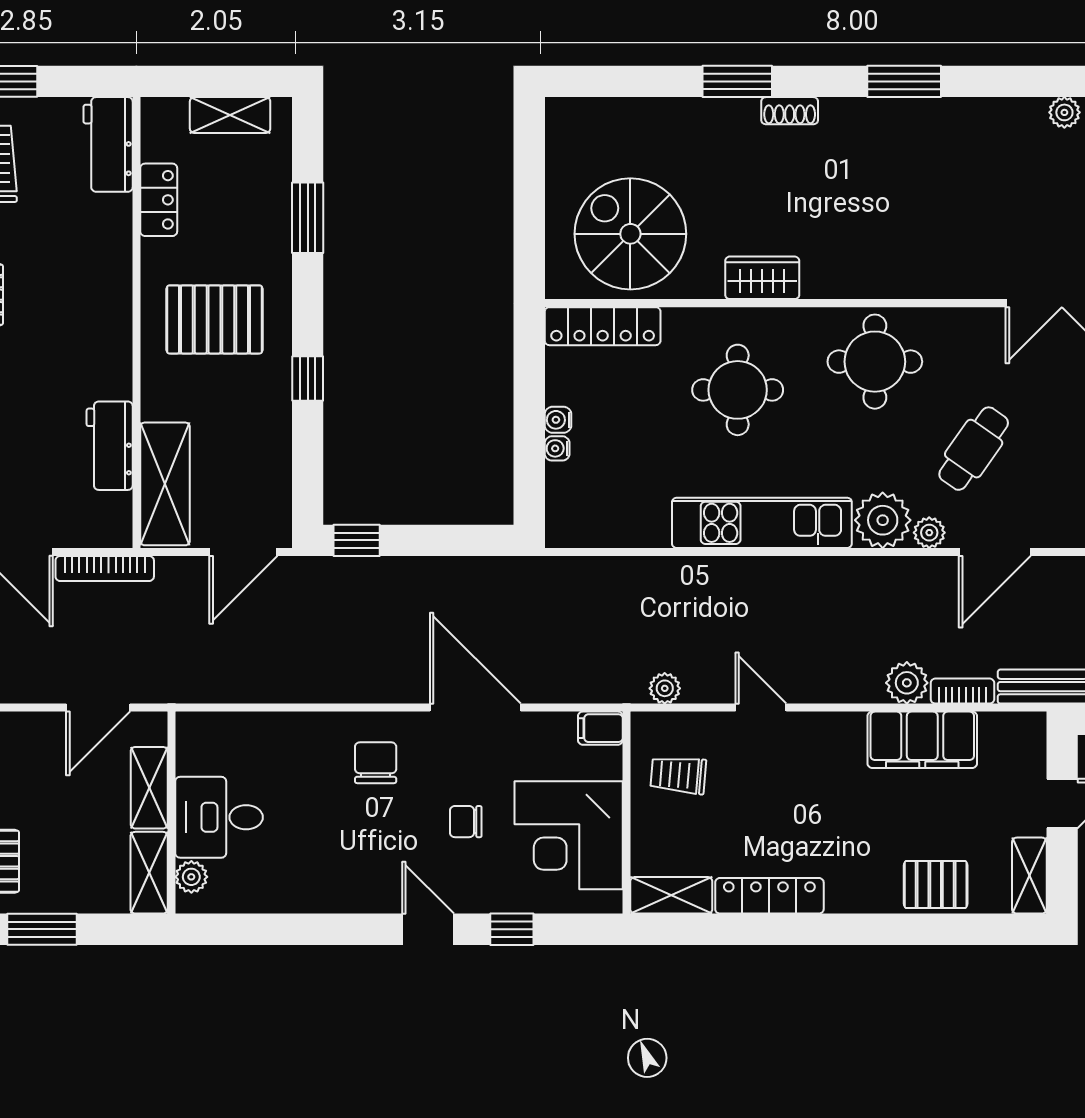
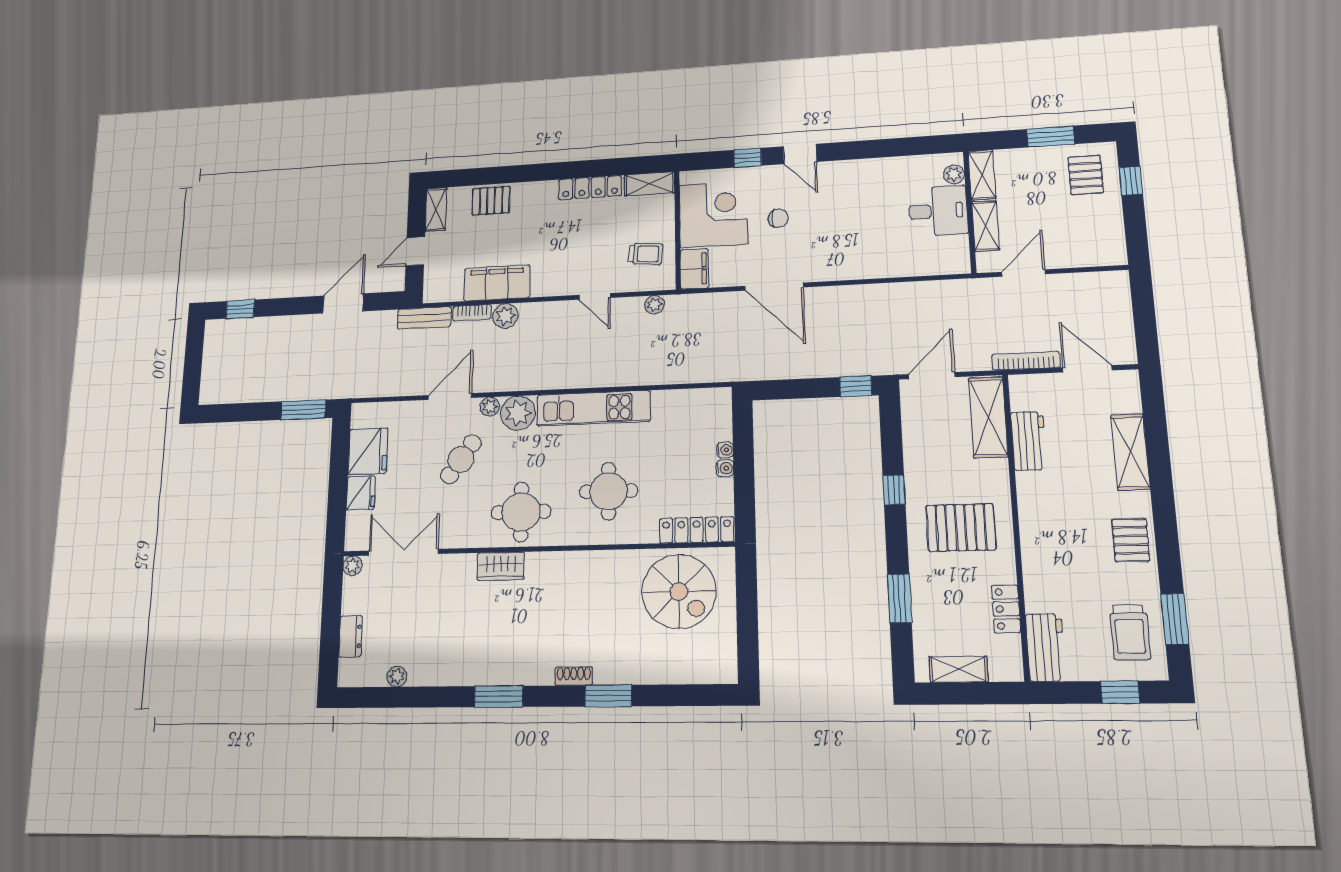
wardrobe: (762, 278) -> (501, 566), moved
filing cabinet: (600, 728) -> (694, 269), width x2.00
chair: (376, 763) -> (837, 250), removed

